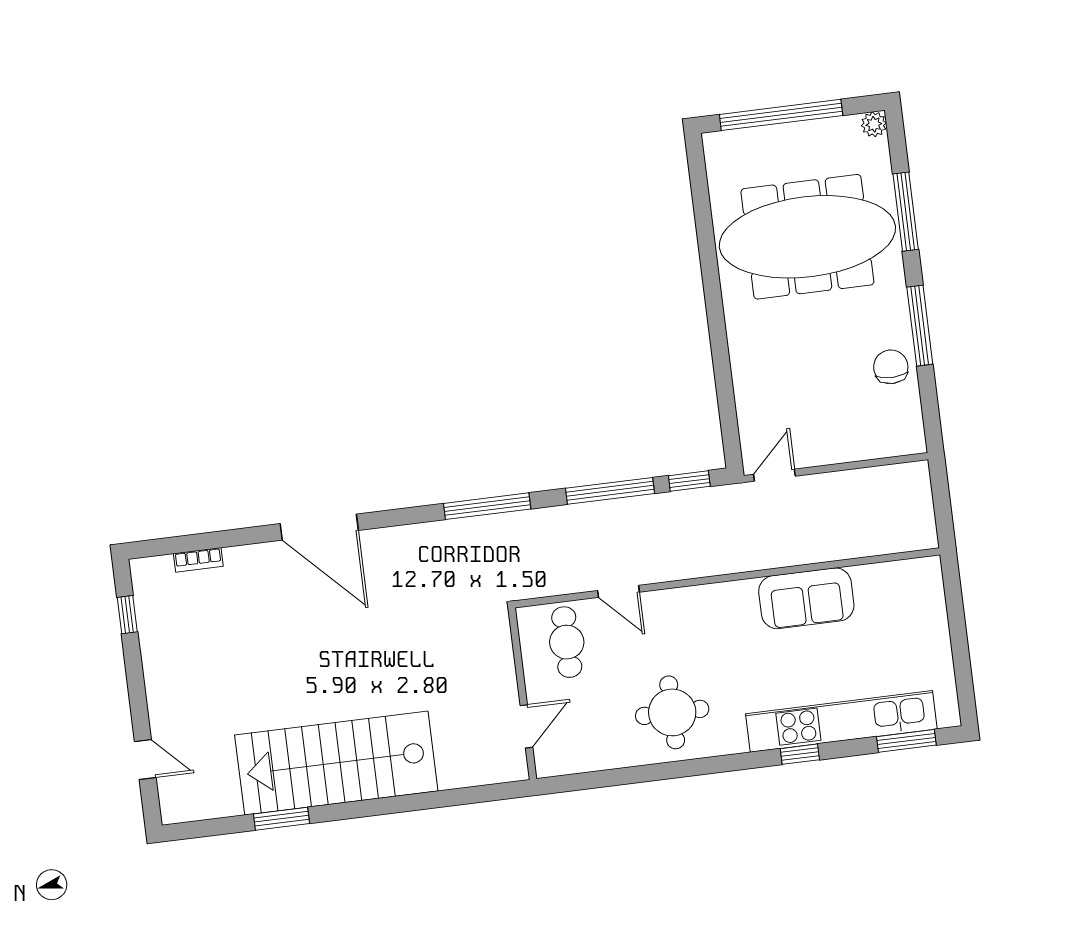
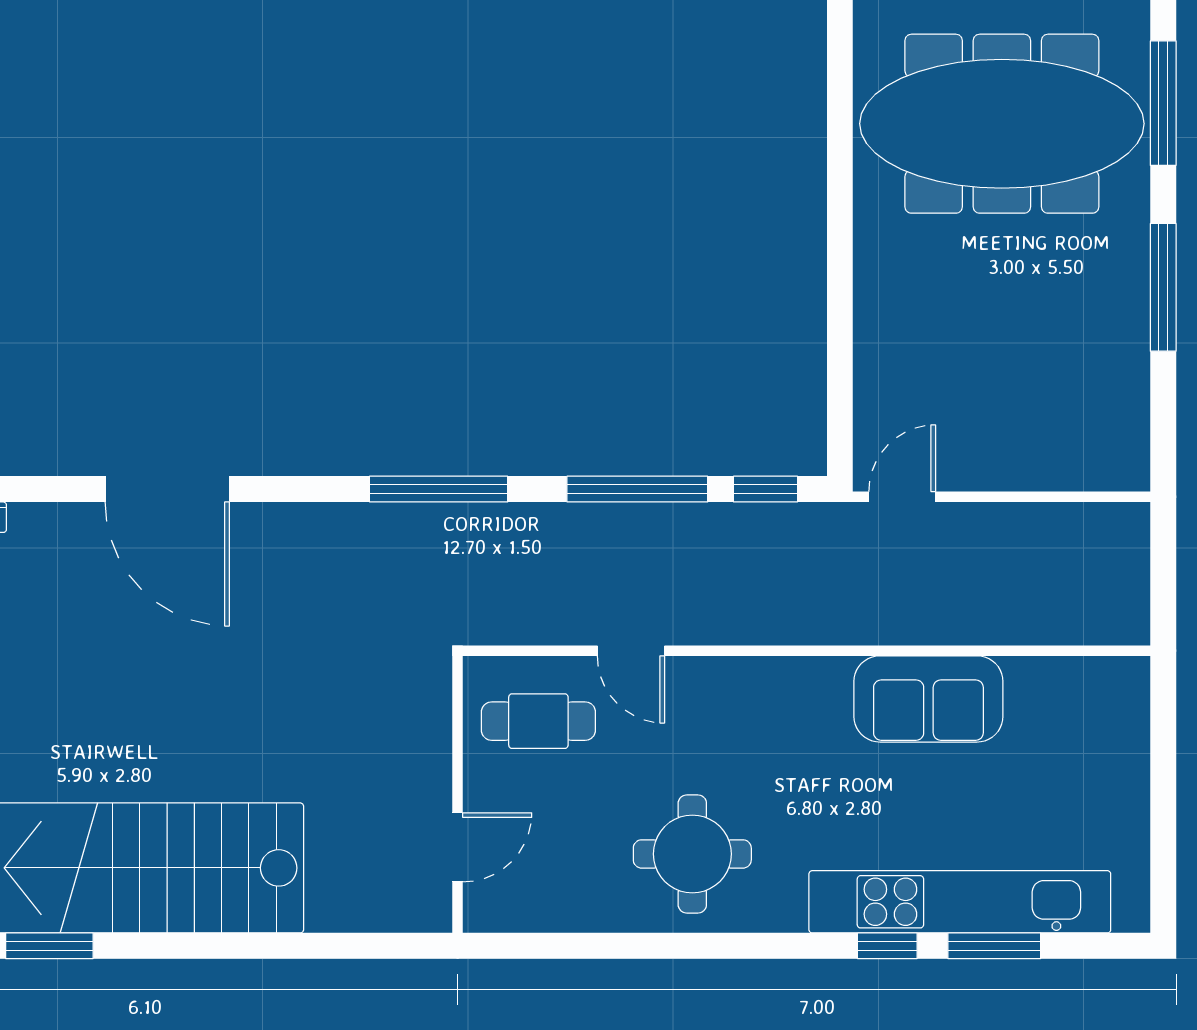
chair: (891, 367) -> (1109, 347), removed
cafe table: (567, 642) -> (538, 721), turned 90
window: (906, 741) -> (994, 946), moved

